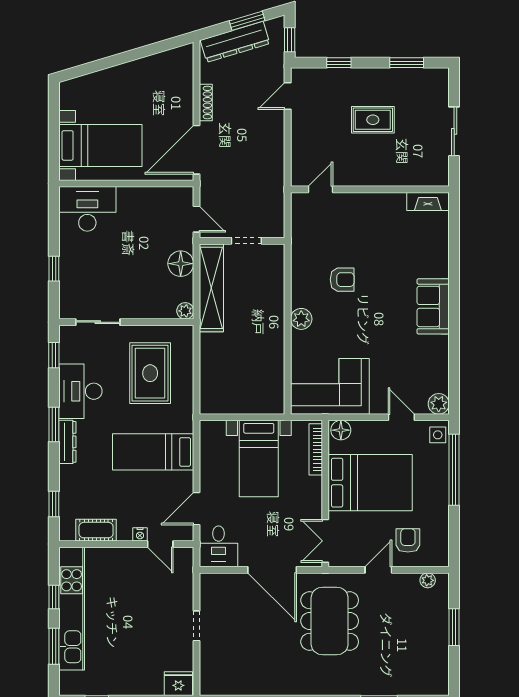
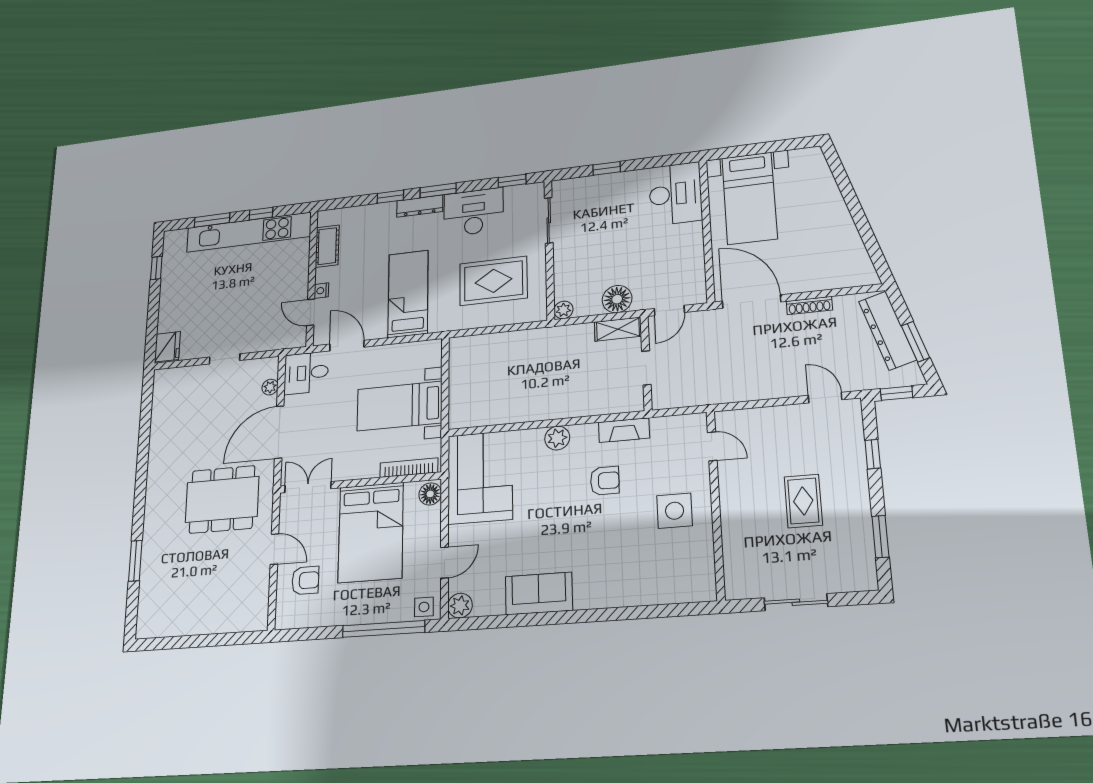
fireplace: (428, 201) -> (624, 430), moved, turned -90
side table: (372, 223) -> (675, 511), added
armchair: (342, 280) -> (605, 481), turned -90
shelving: (211, 288) -> (618, 329), width x0.45, depth x0.75
sofa: (433, 306) -> (539, 593), moved
window: (54, 504) -> (390, 197), moved
door: (160, 544) -> (311, 312), hinge flipped
plant: (428, 580) -> (270, 387), moved
window: (454, 627) -> (208, 640), removed

